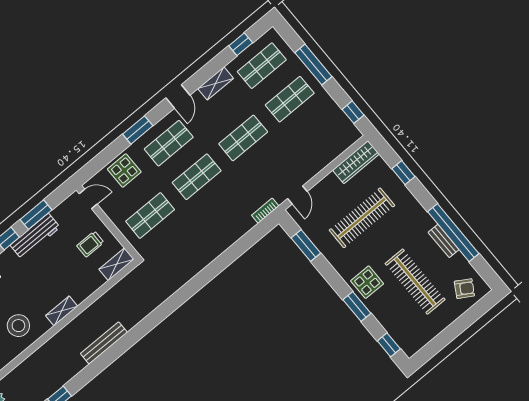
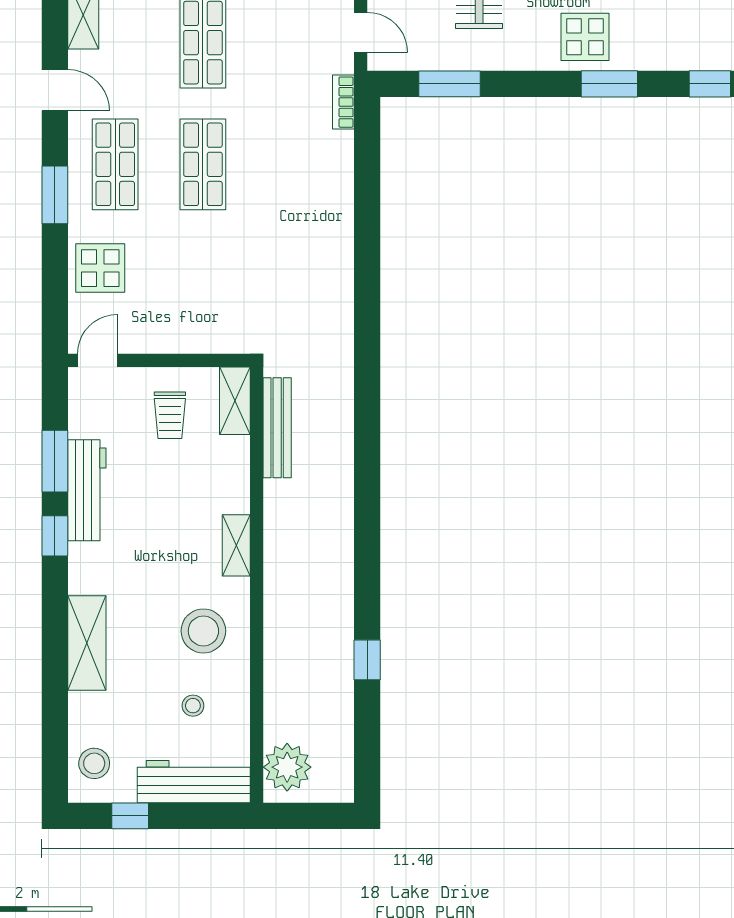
shop shelf: (150, 215) -> (203, 286), removed
bench: (104, 343) -> (277, 428), moved

